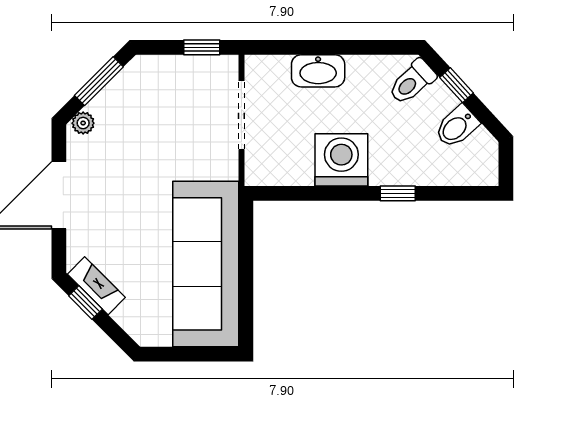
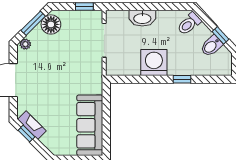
floor lamp: (135, 84) -> (51, 24), added
window: (456, 85) -> (220, 35), moved
sofa: (206, 264) -> (90, 125), width x0.74, depth x0.79

